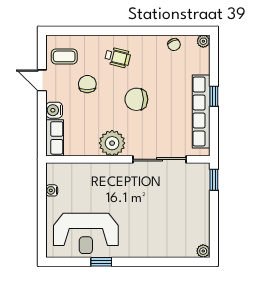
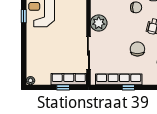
chair: (136, 99) -> (137, 49), moved
window: (214, 180) -> (63, 87), moved
row of seats: (201, 191) -> (69, 79), added

